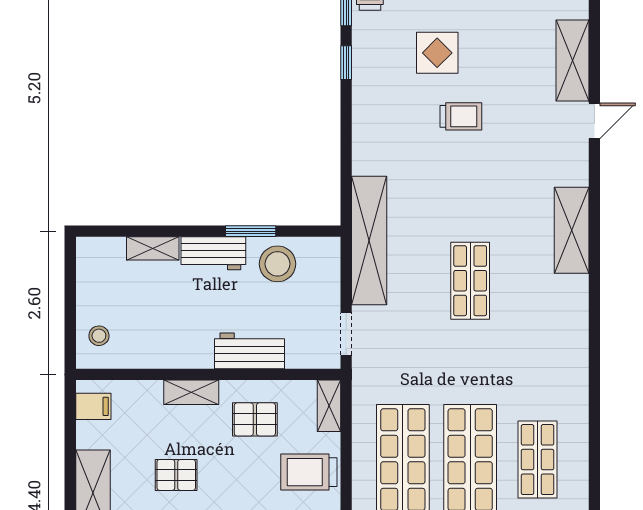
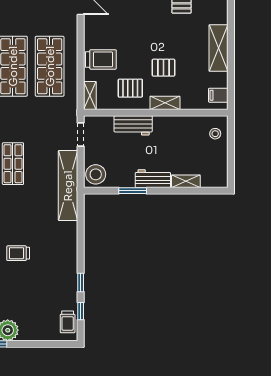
display table: (437, 53) -> (31, 288), removed
stool: (278, 264) -> (96, 174), moved
pallet: (176, 475) -> (163, 68), moved

